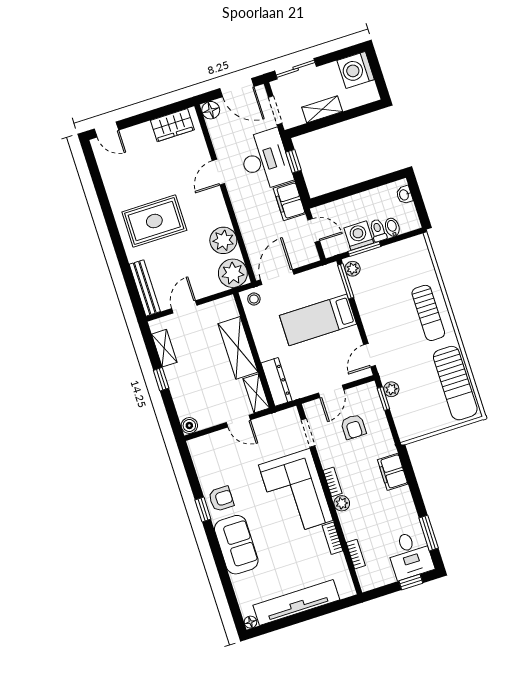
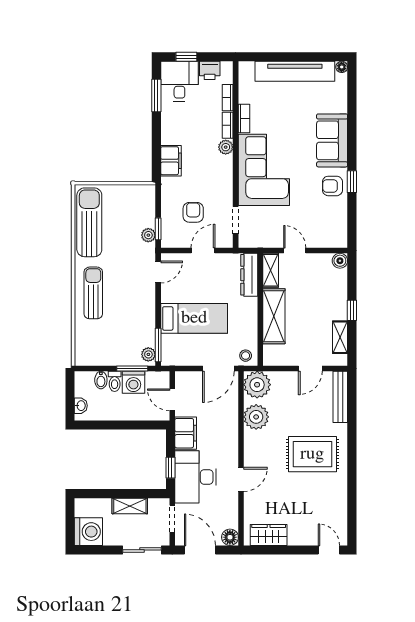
bookcase: (333, 482) -> (228, 125), moved
printer: (383, 576) -> (210, 70), added

